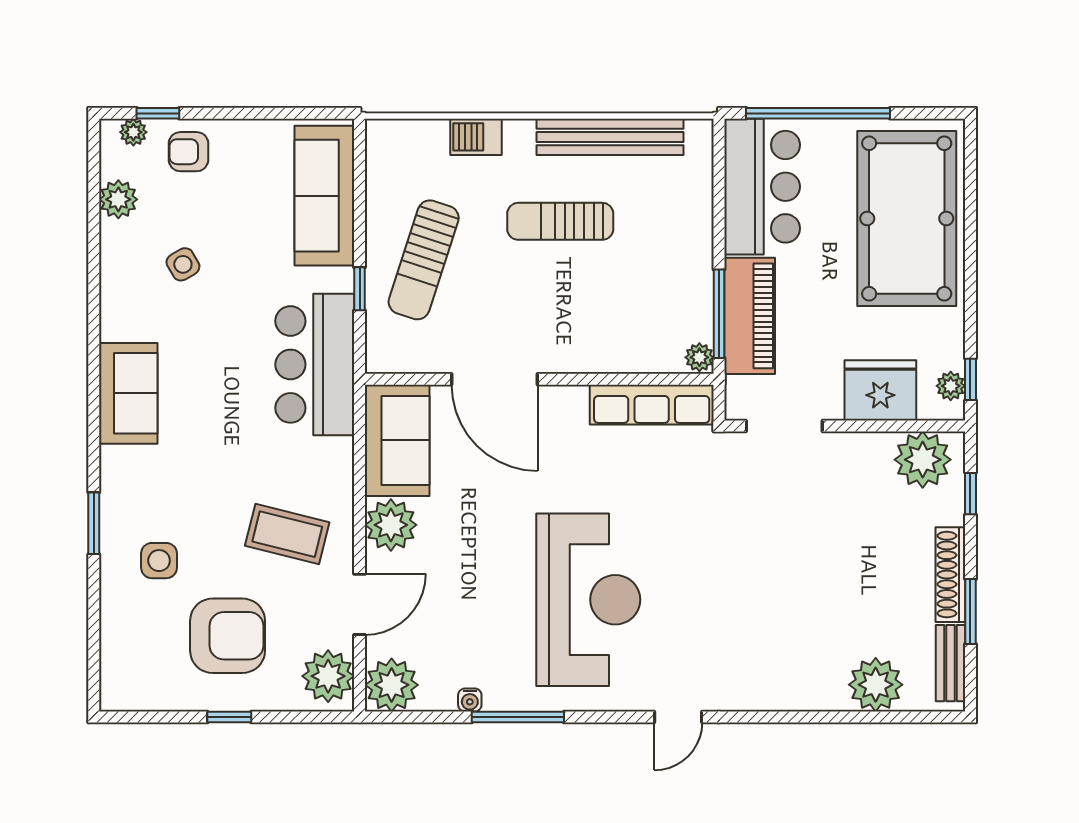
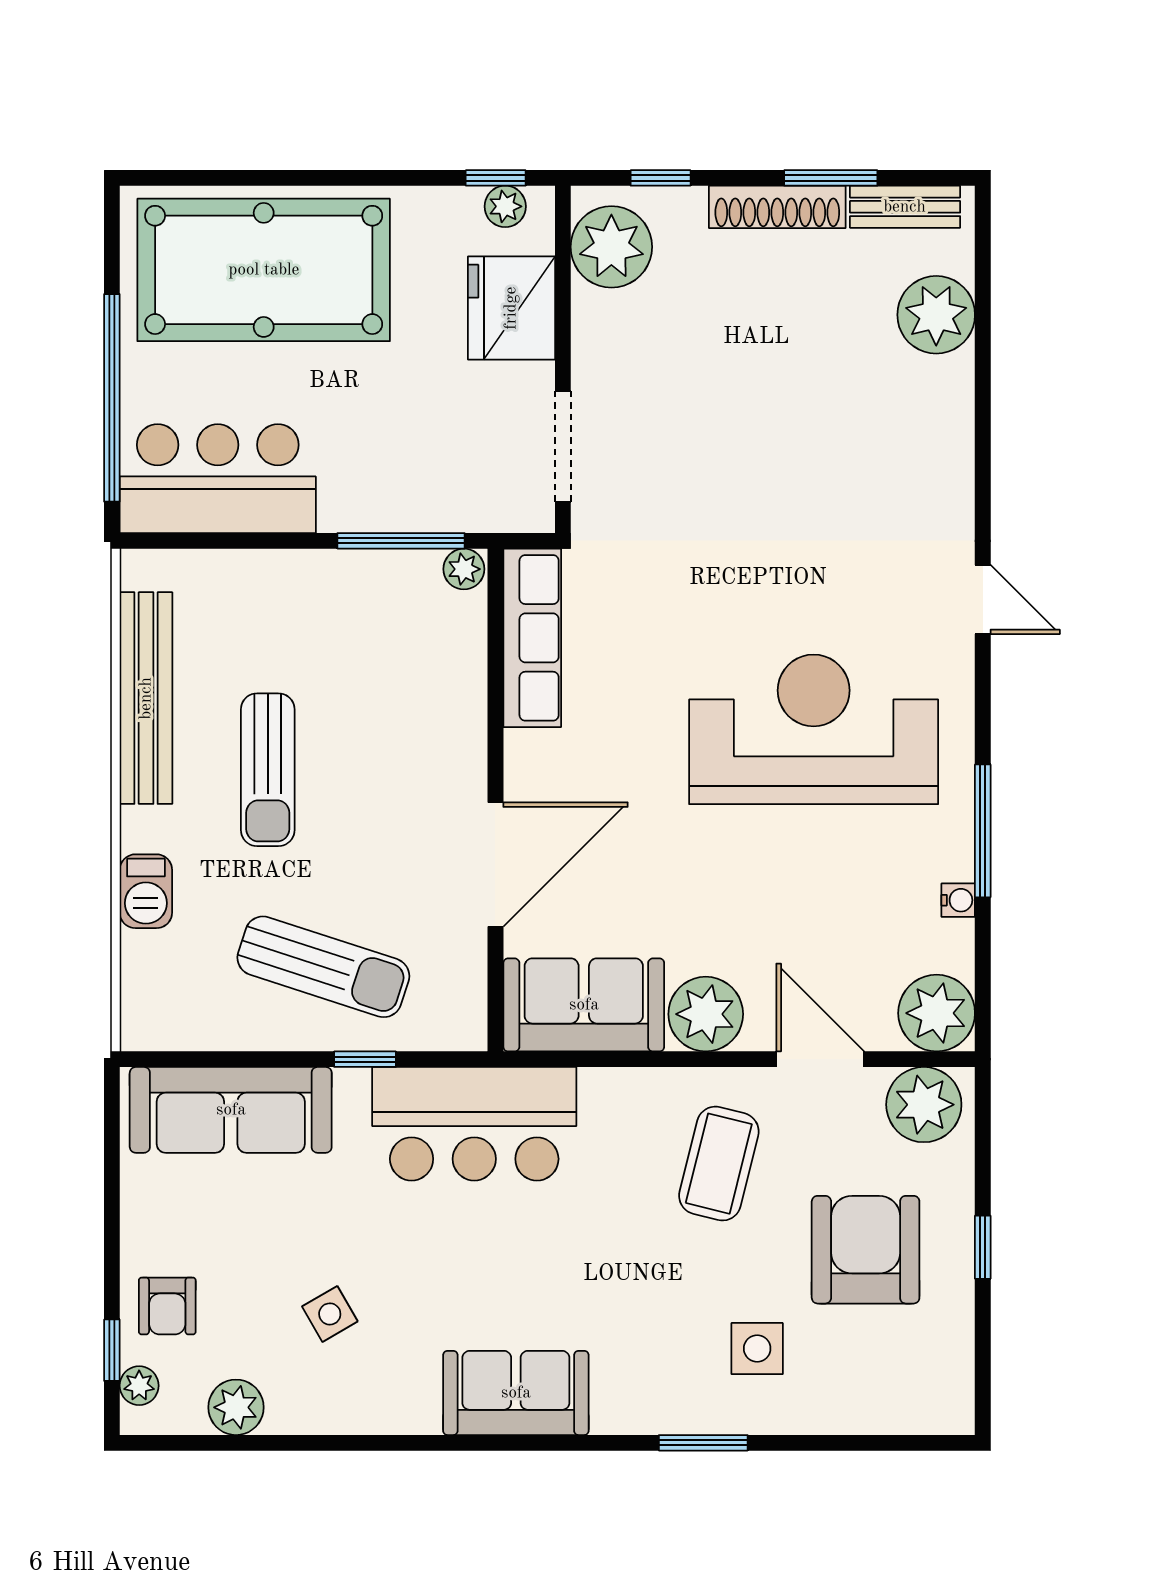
piano: (750, 316) -> (404, 497), removed

